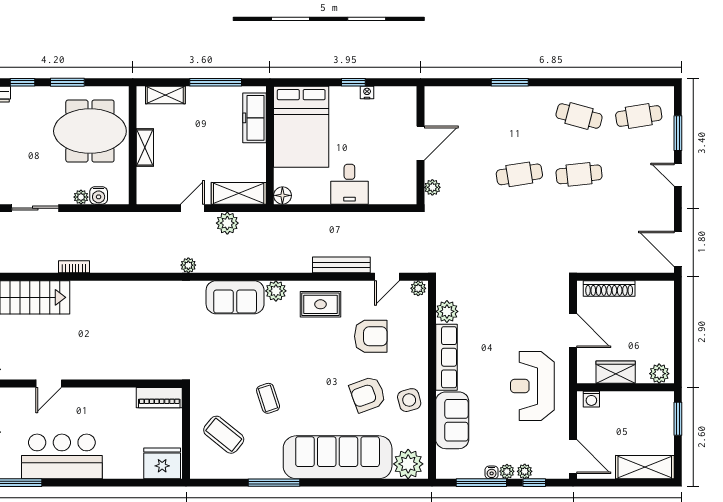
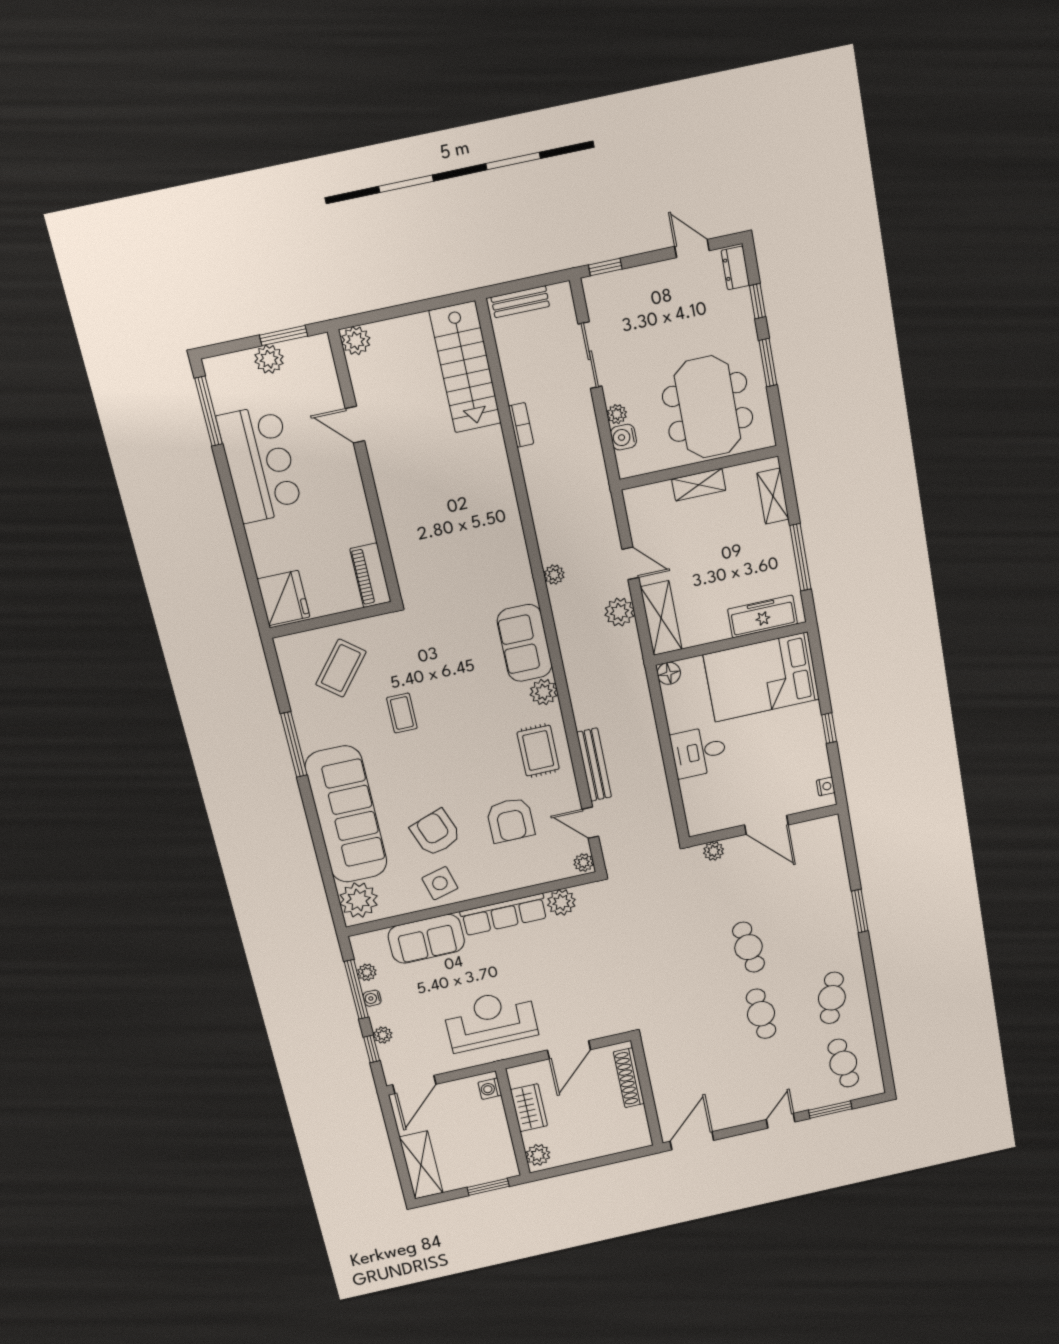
nightstand: (367, 92) -> (826, 786), moved
coffee table: (268, 398) -> (402, 713), turned -72
plant: (507, 471) -> (367, 972), moved

